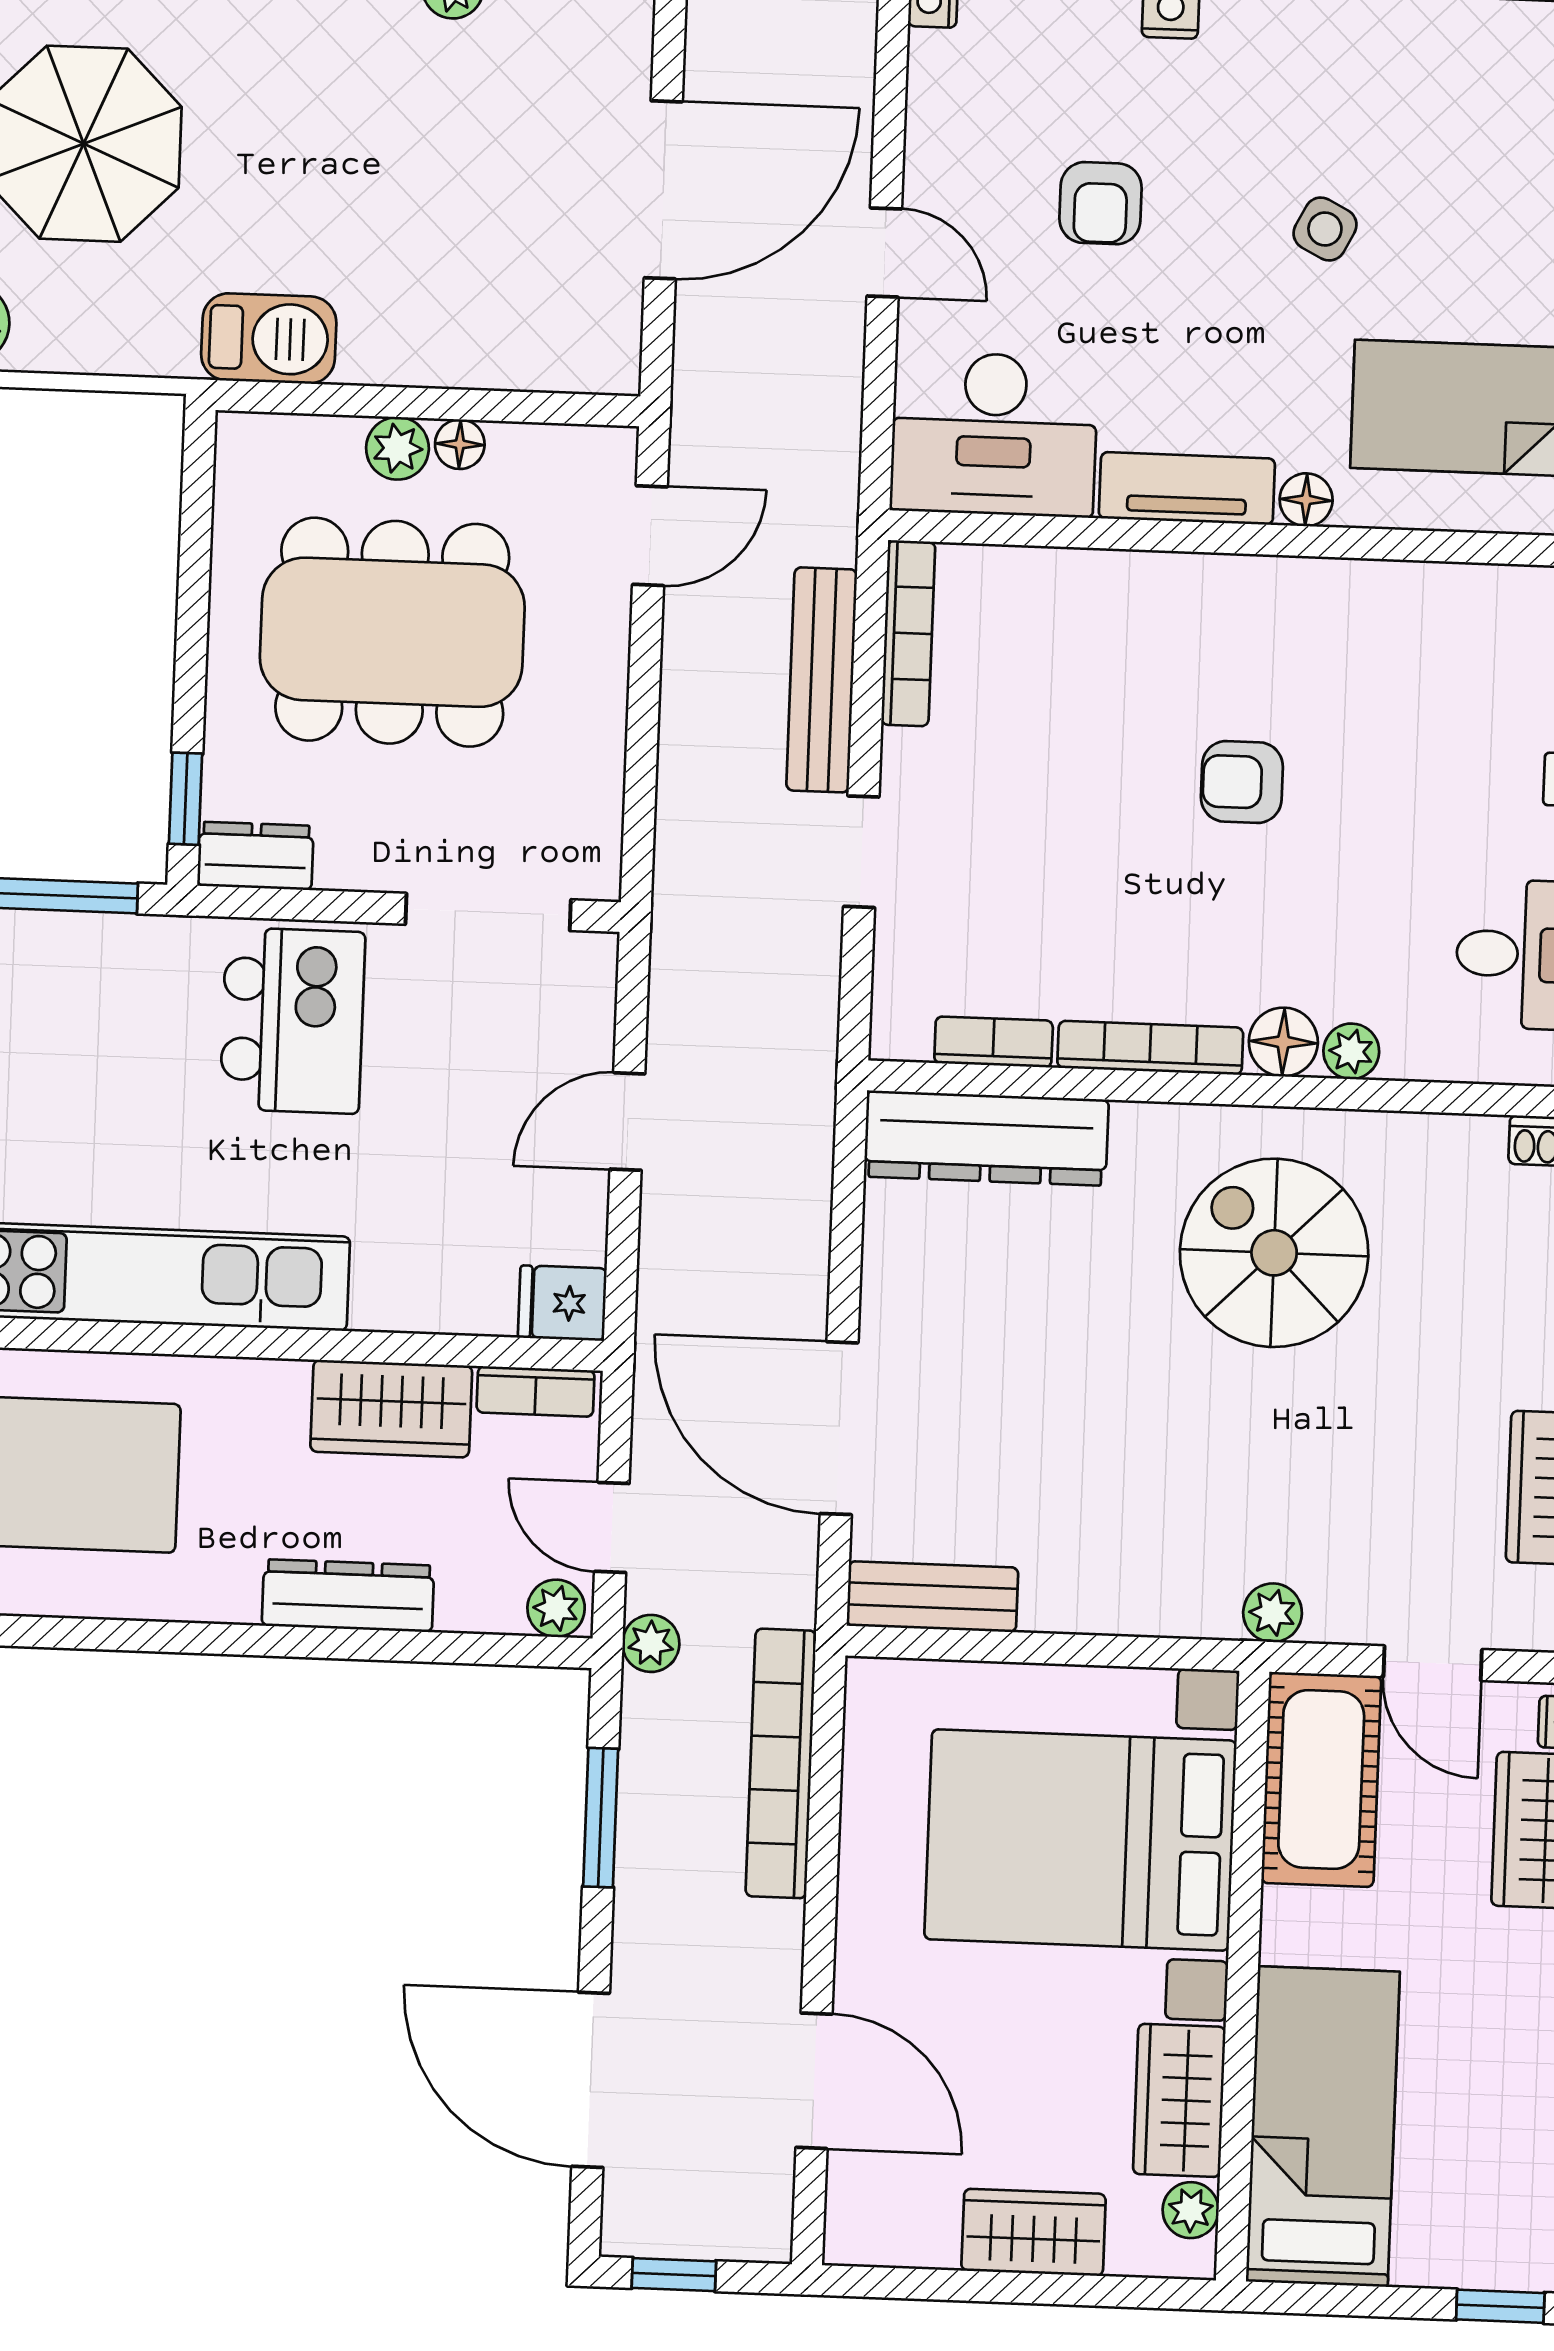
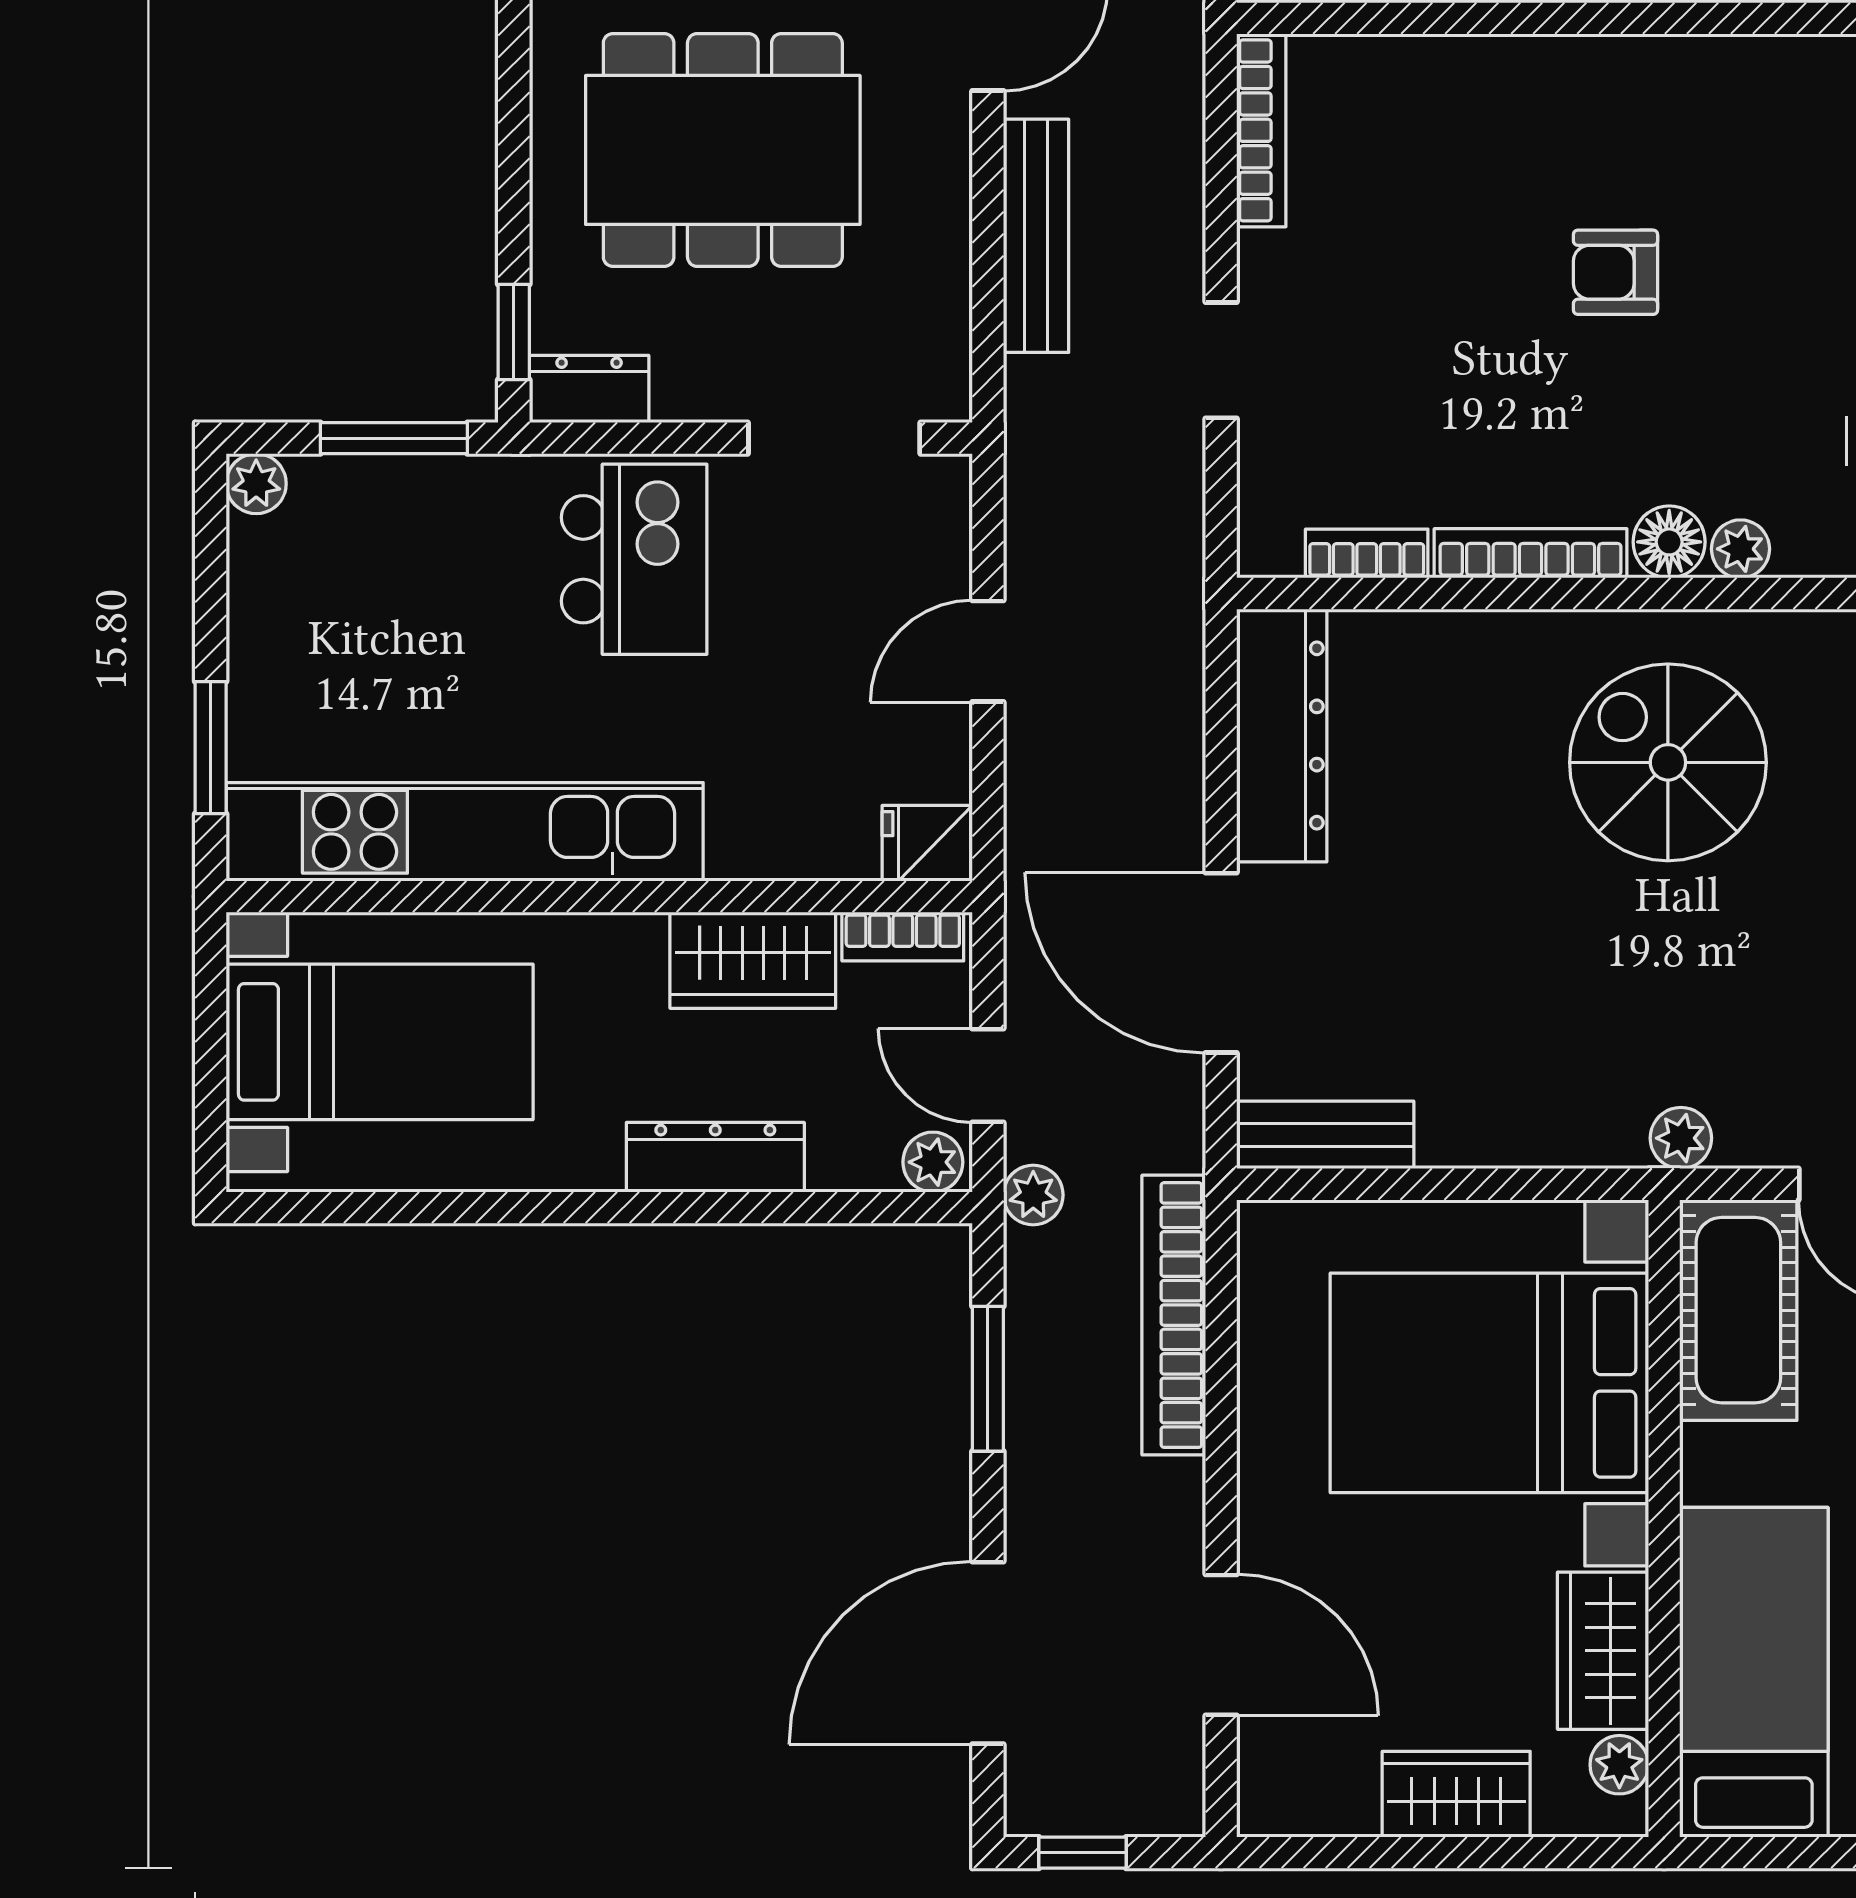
bench: (822, 680) -> (1036, 236), moved
dresser: (986, 1138) -> (1282, 735), moved, turned -90
door: (591, 2080) -> (988, 1653), hinge flipped

